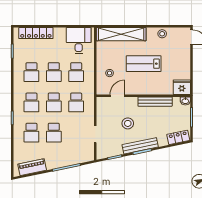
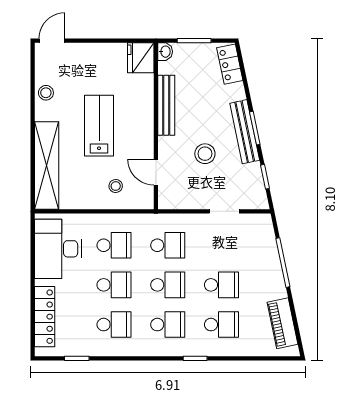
desk: (79, 41) -> (58, 249), width x1.37
lab bench: (144, 64) -> (99, 126), turned 180

